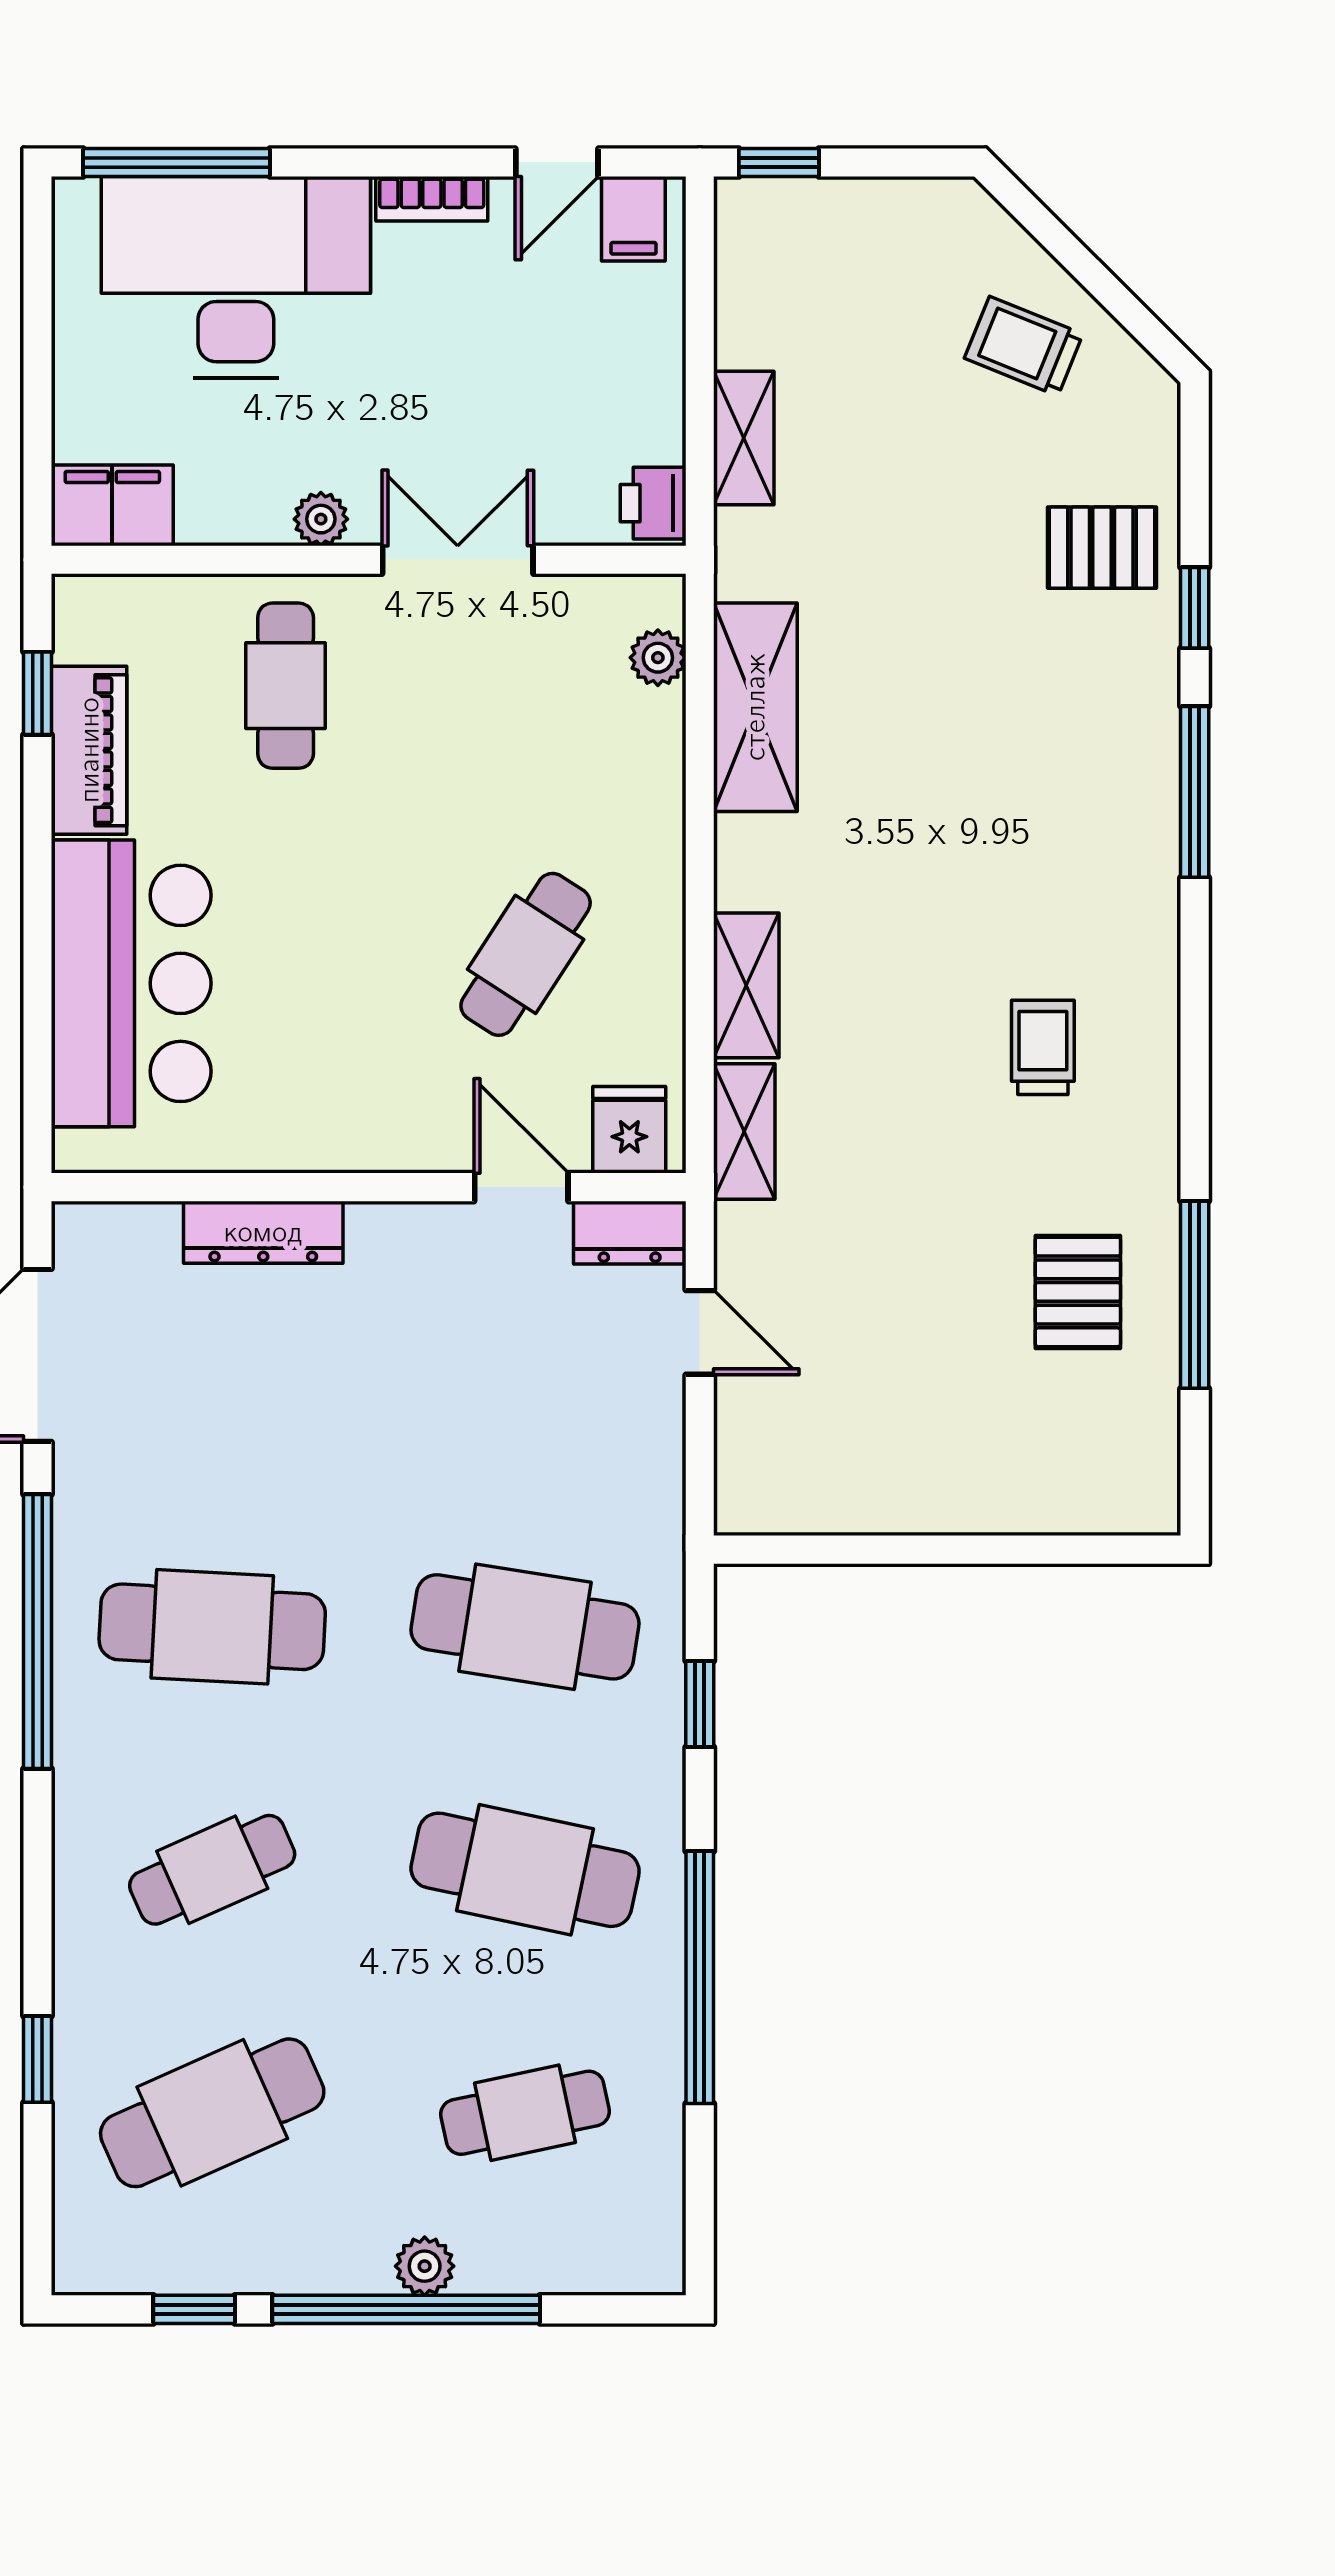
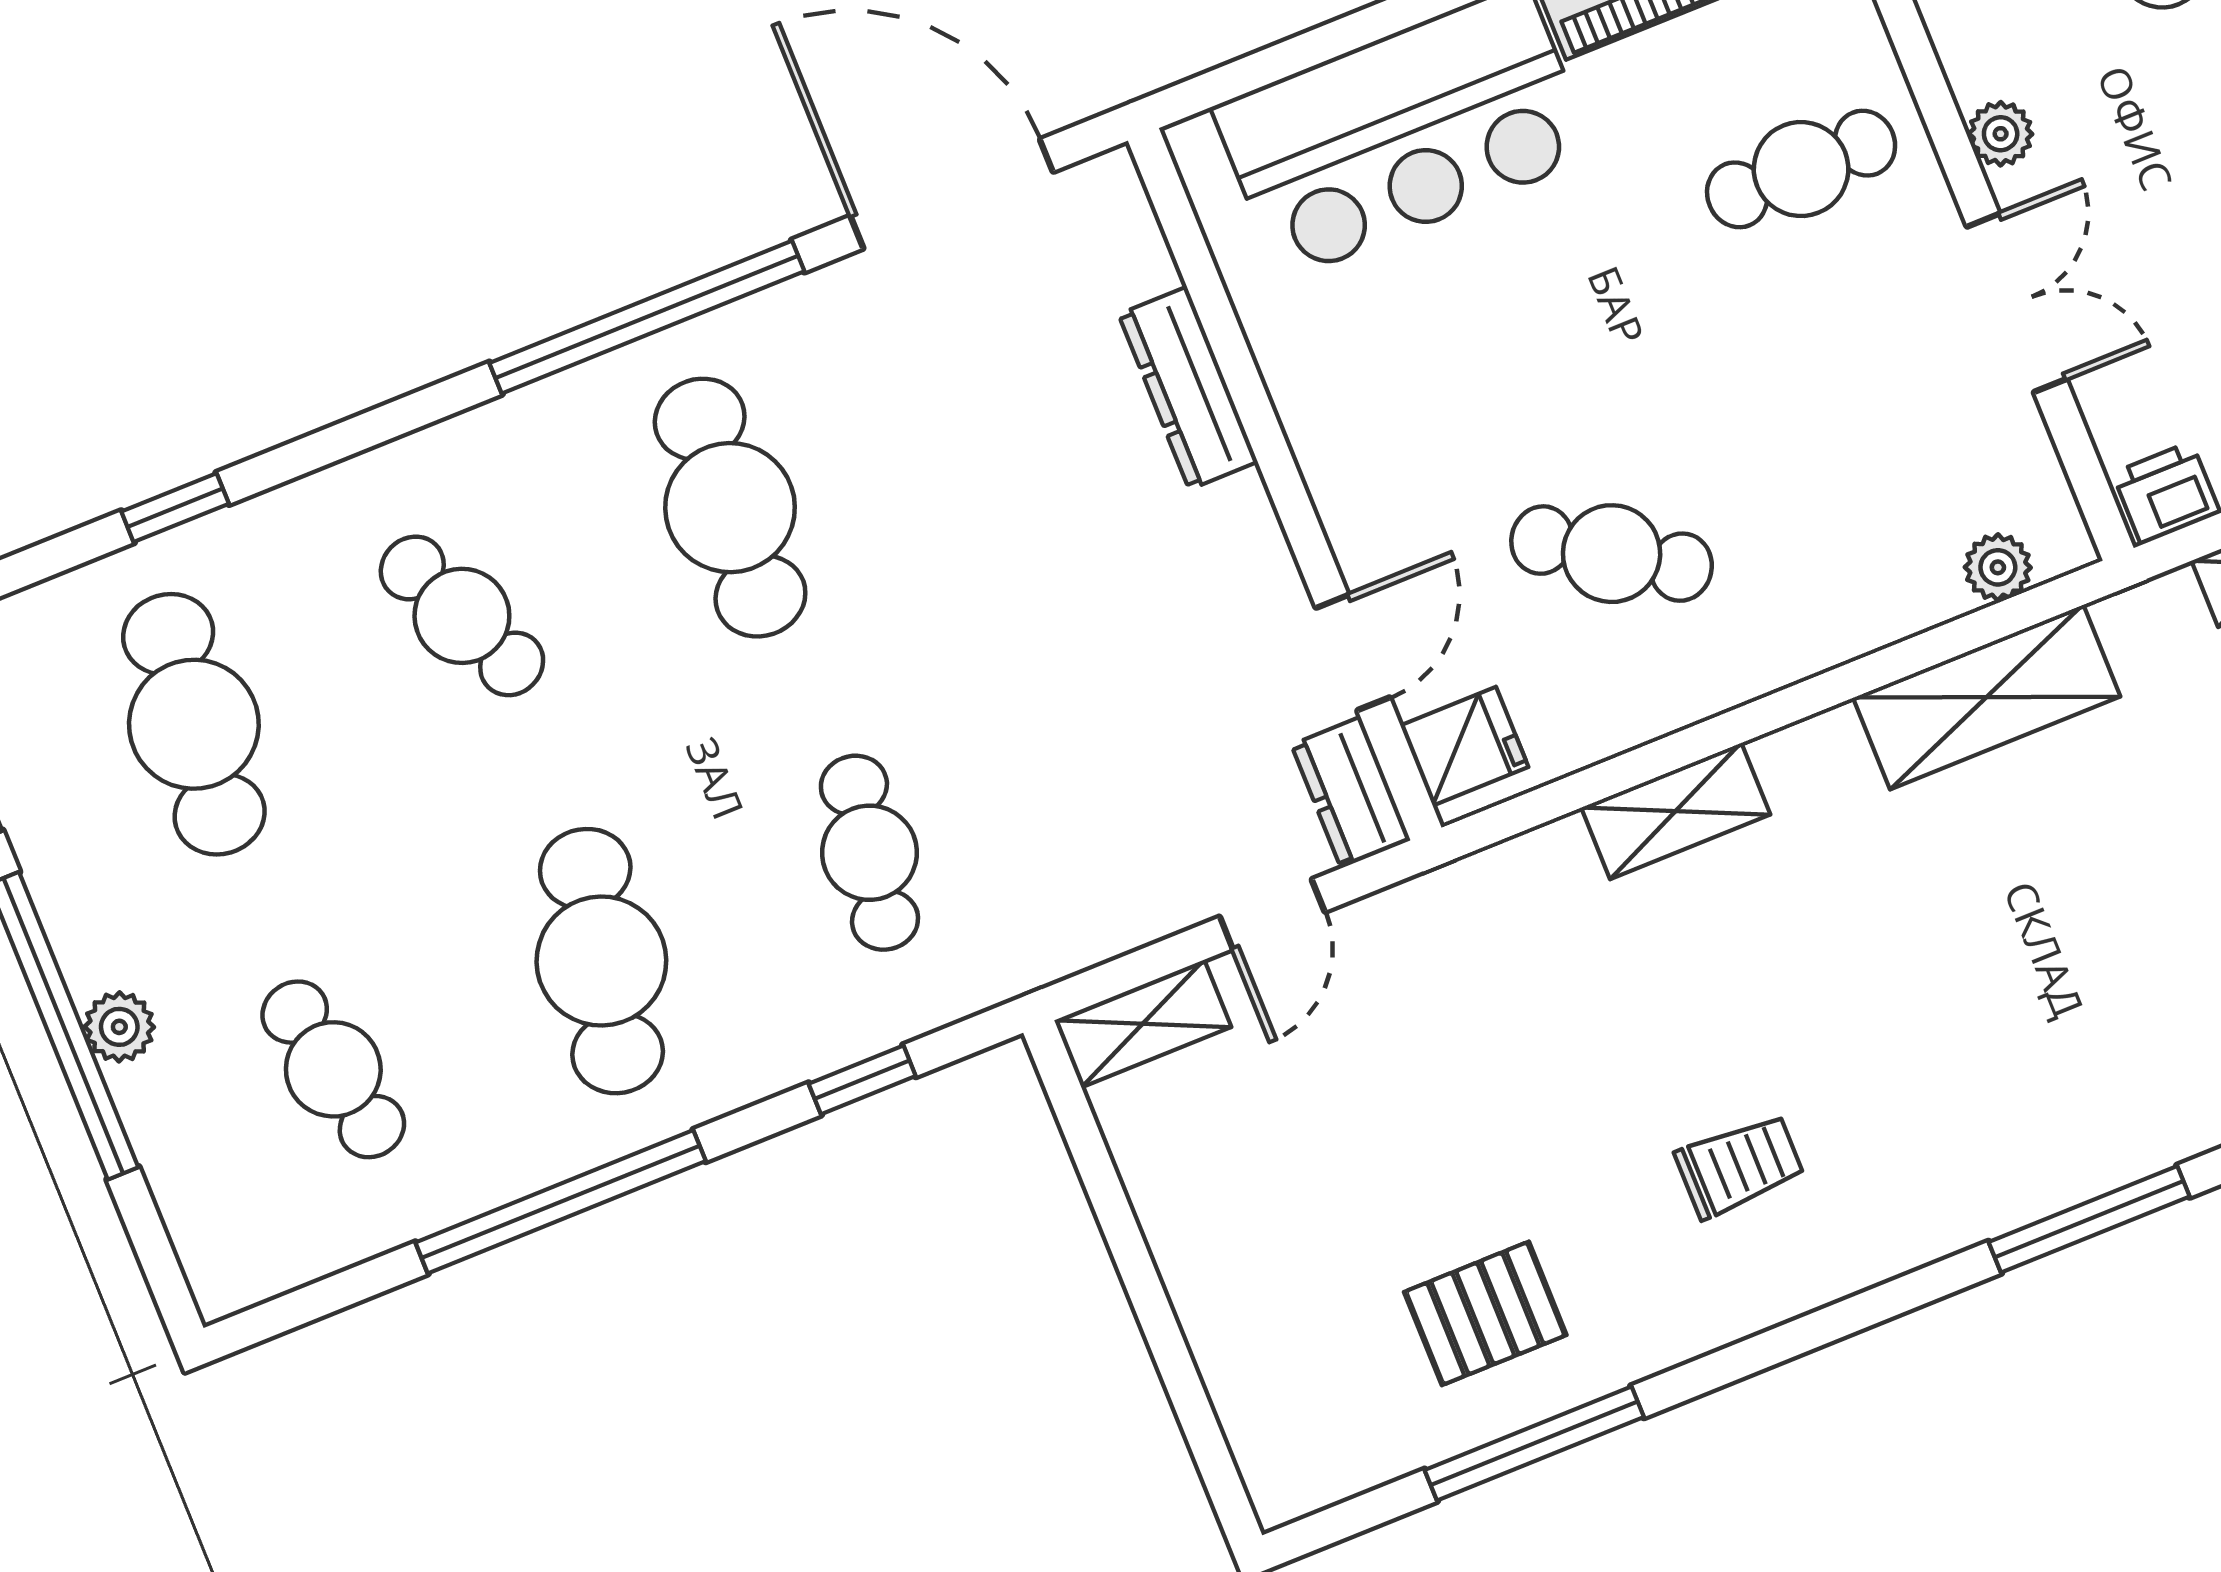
shelving: (744, 1131) -> (1143, 1024), moved
cafe table: (525, 1627) -> (869, 853), width x0.73, depth x0.74
cafe table: (212, 2113) -> (194, 724), turned 30

